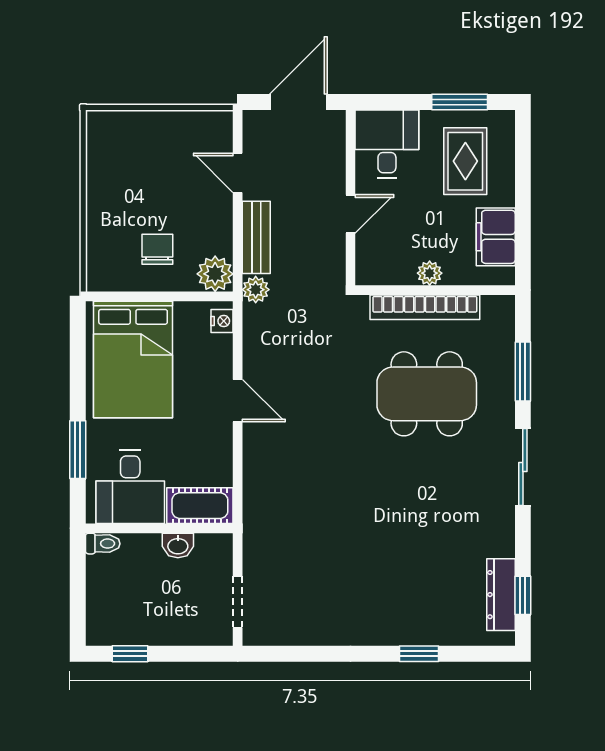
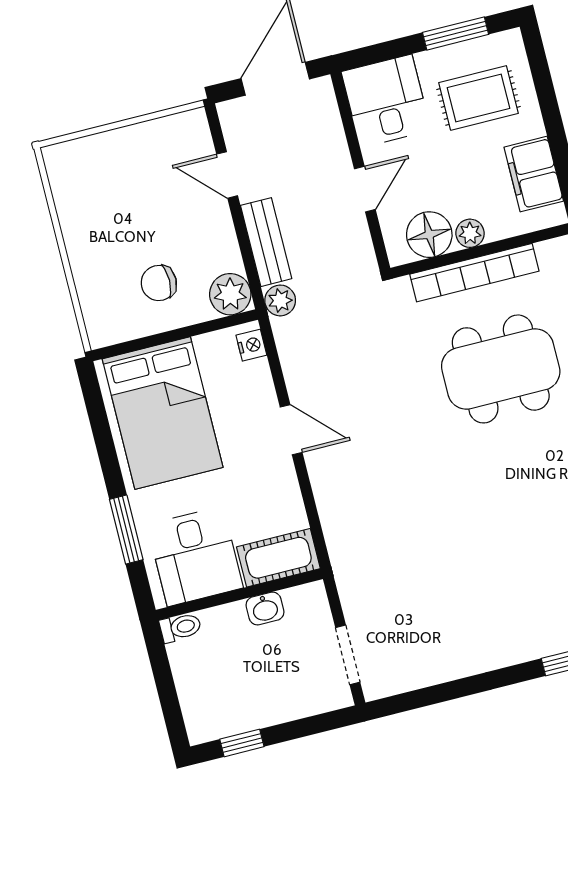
rug: (465, 161) -> (478, 98), turned 90
chair: (157, 249) -> (159, 283), turned -90
floor lamp: (395, 266) -> (429, 235), added

